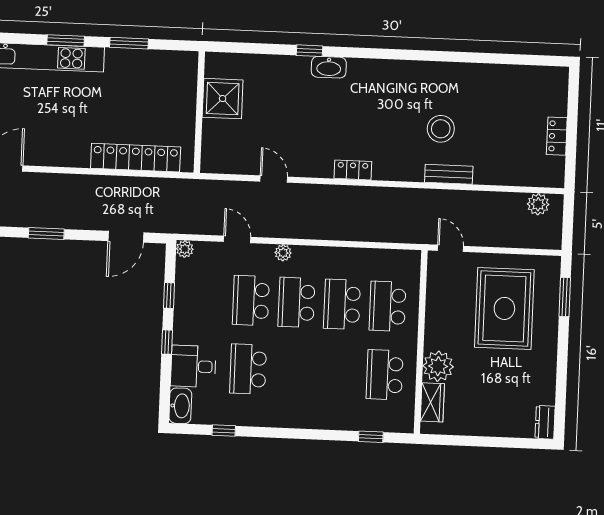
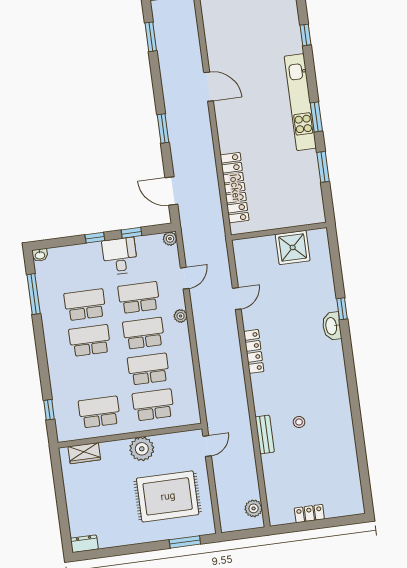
stool: (441, 129) -> (299, 422), width x0.53, depth x0.53
locker: (353, 170) -> (254, 351), width x1.53
desk: (193, 366) -> (120, 256), moved
plant: (438, 366) -> (142, 449), moved
school desk: (294, 371) -> (90, 340), added
washbasin: (180, 406) -> (40, 255), width x0.52, depth x0.69
window: (224, 431) -> (34, 294), width x2.17

